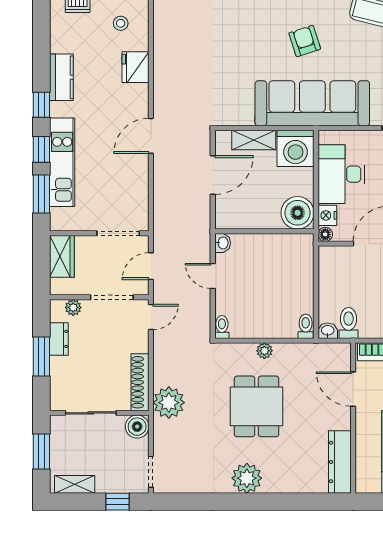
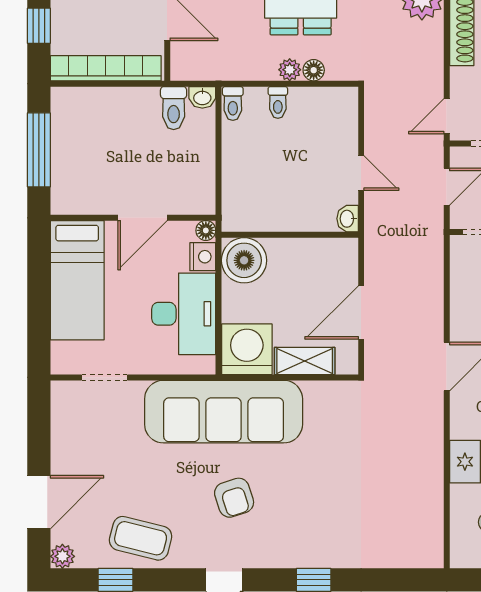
toilet: (222, 327) -> (278, 102), moved
floor lamp: (247, 350) -> (314, 70), added

